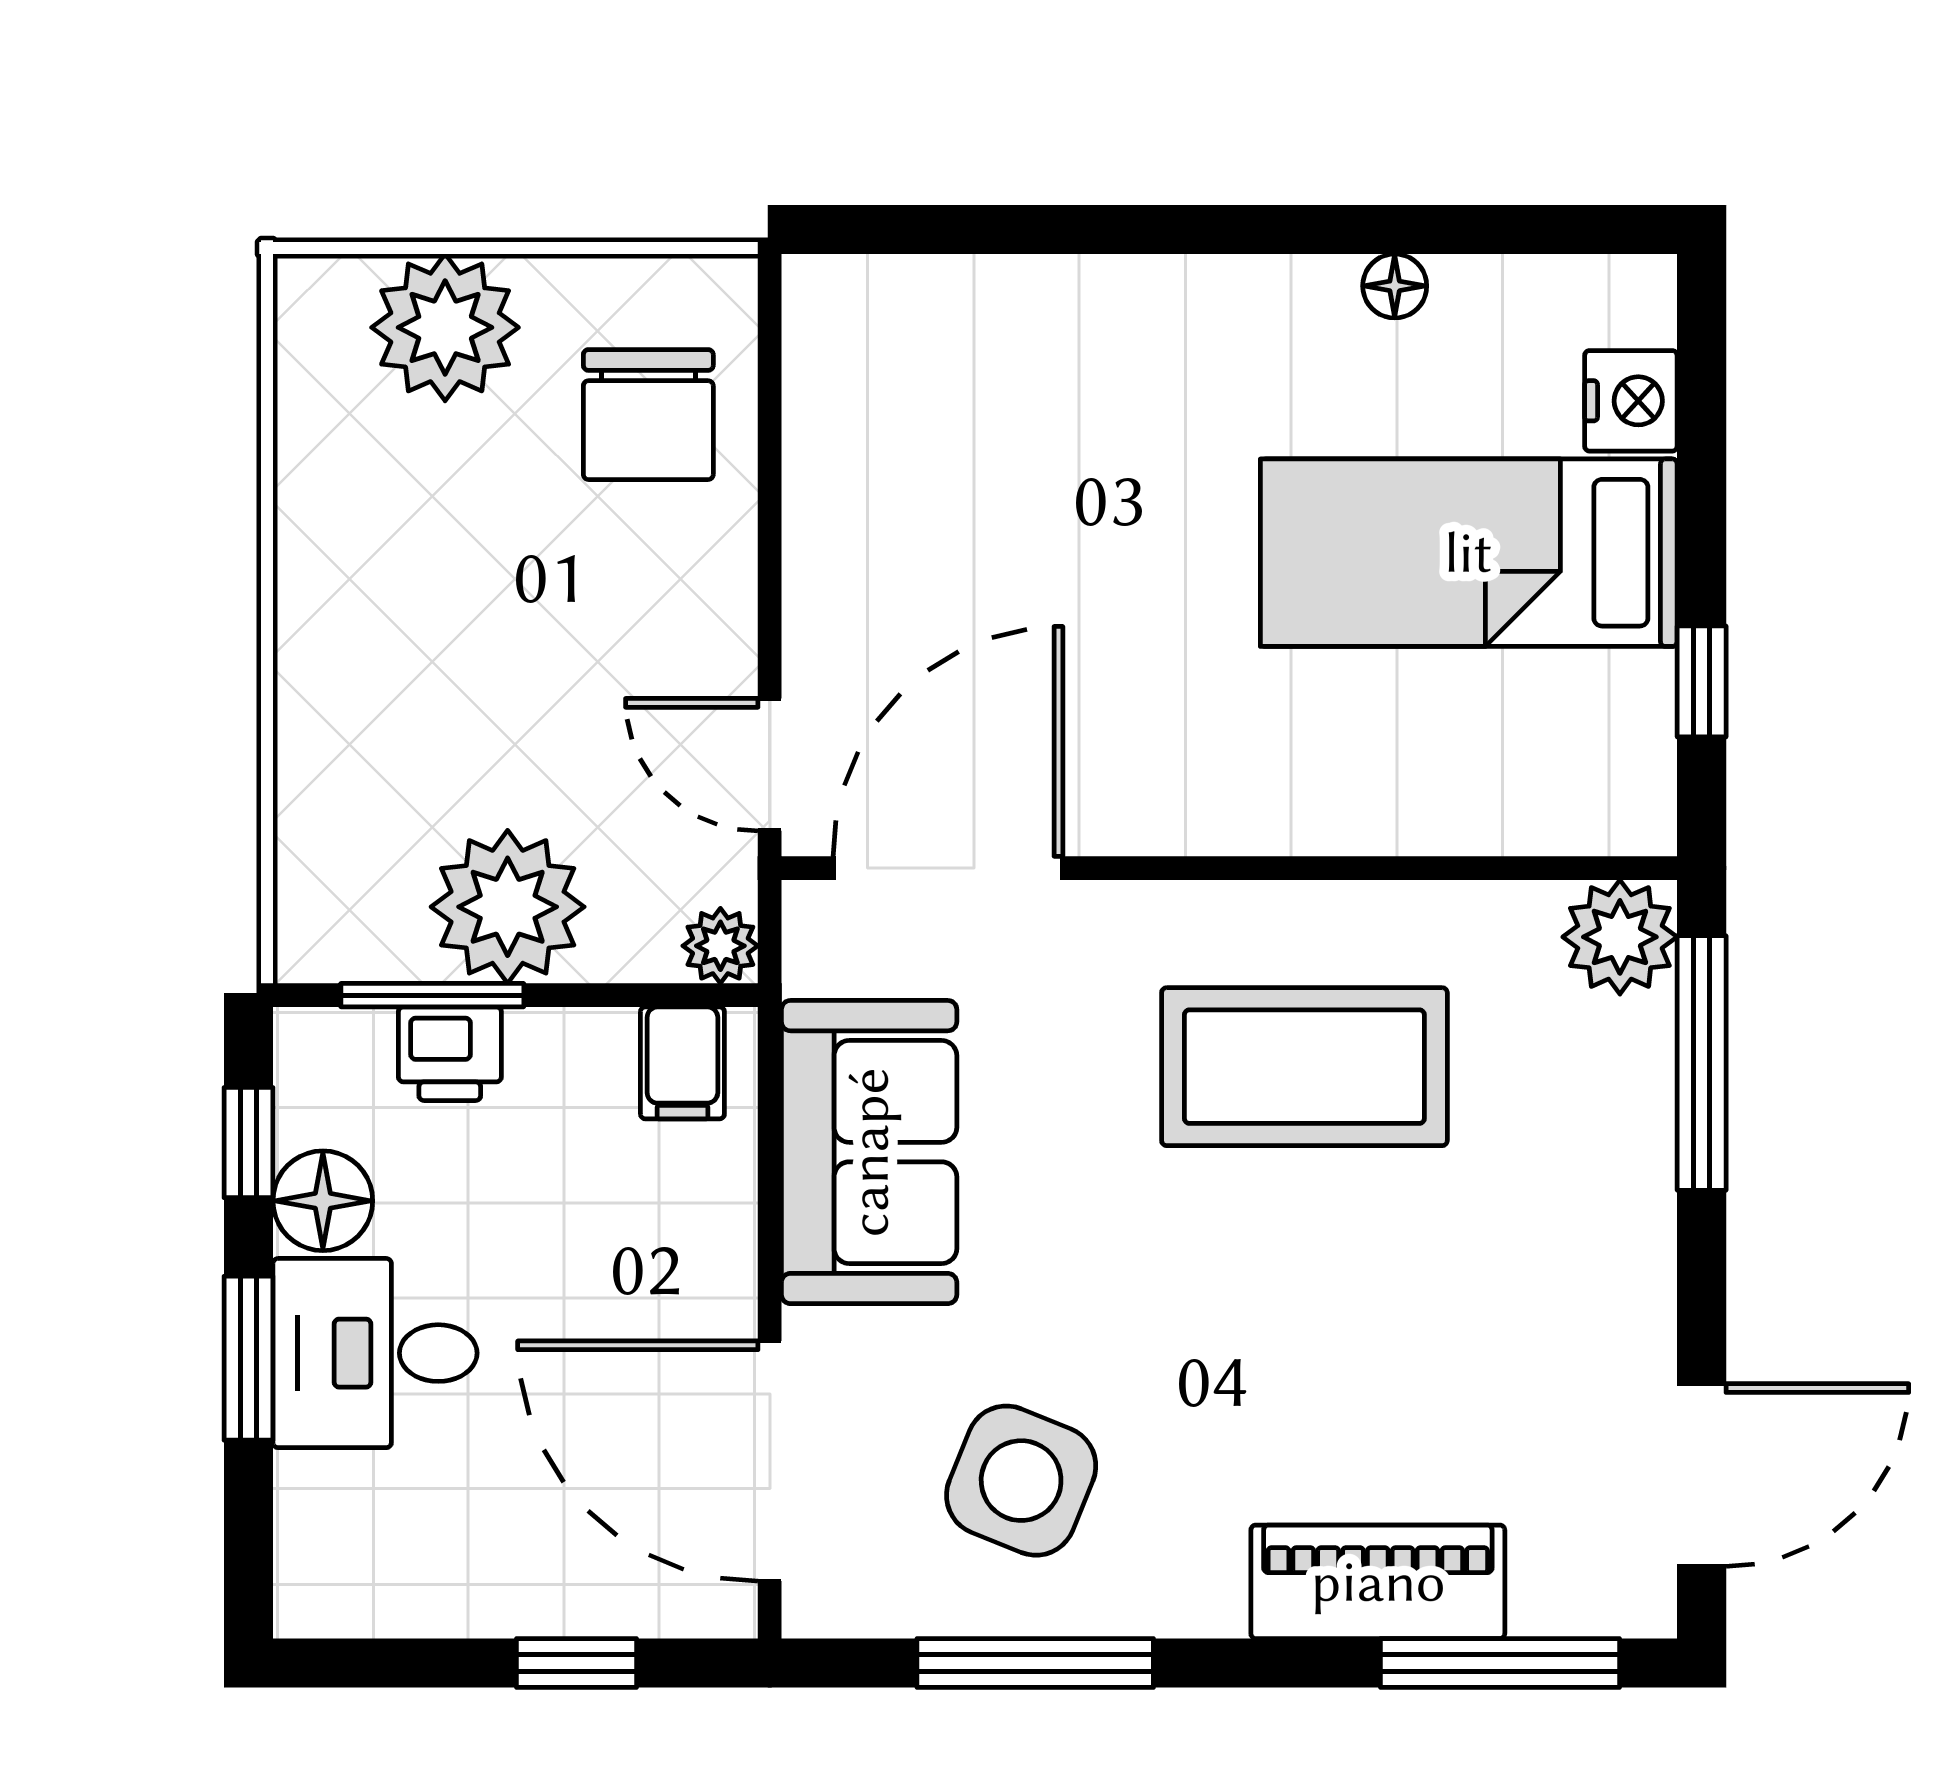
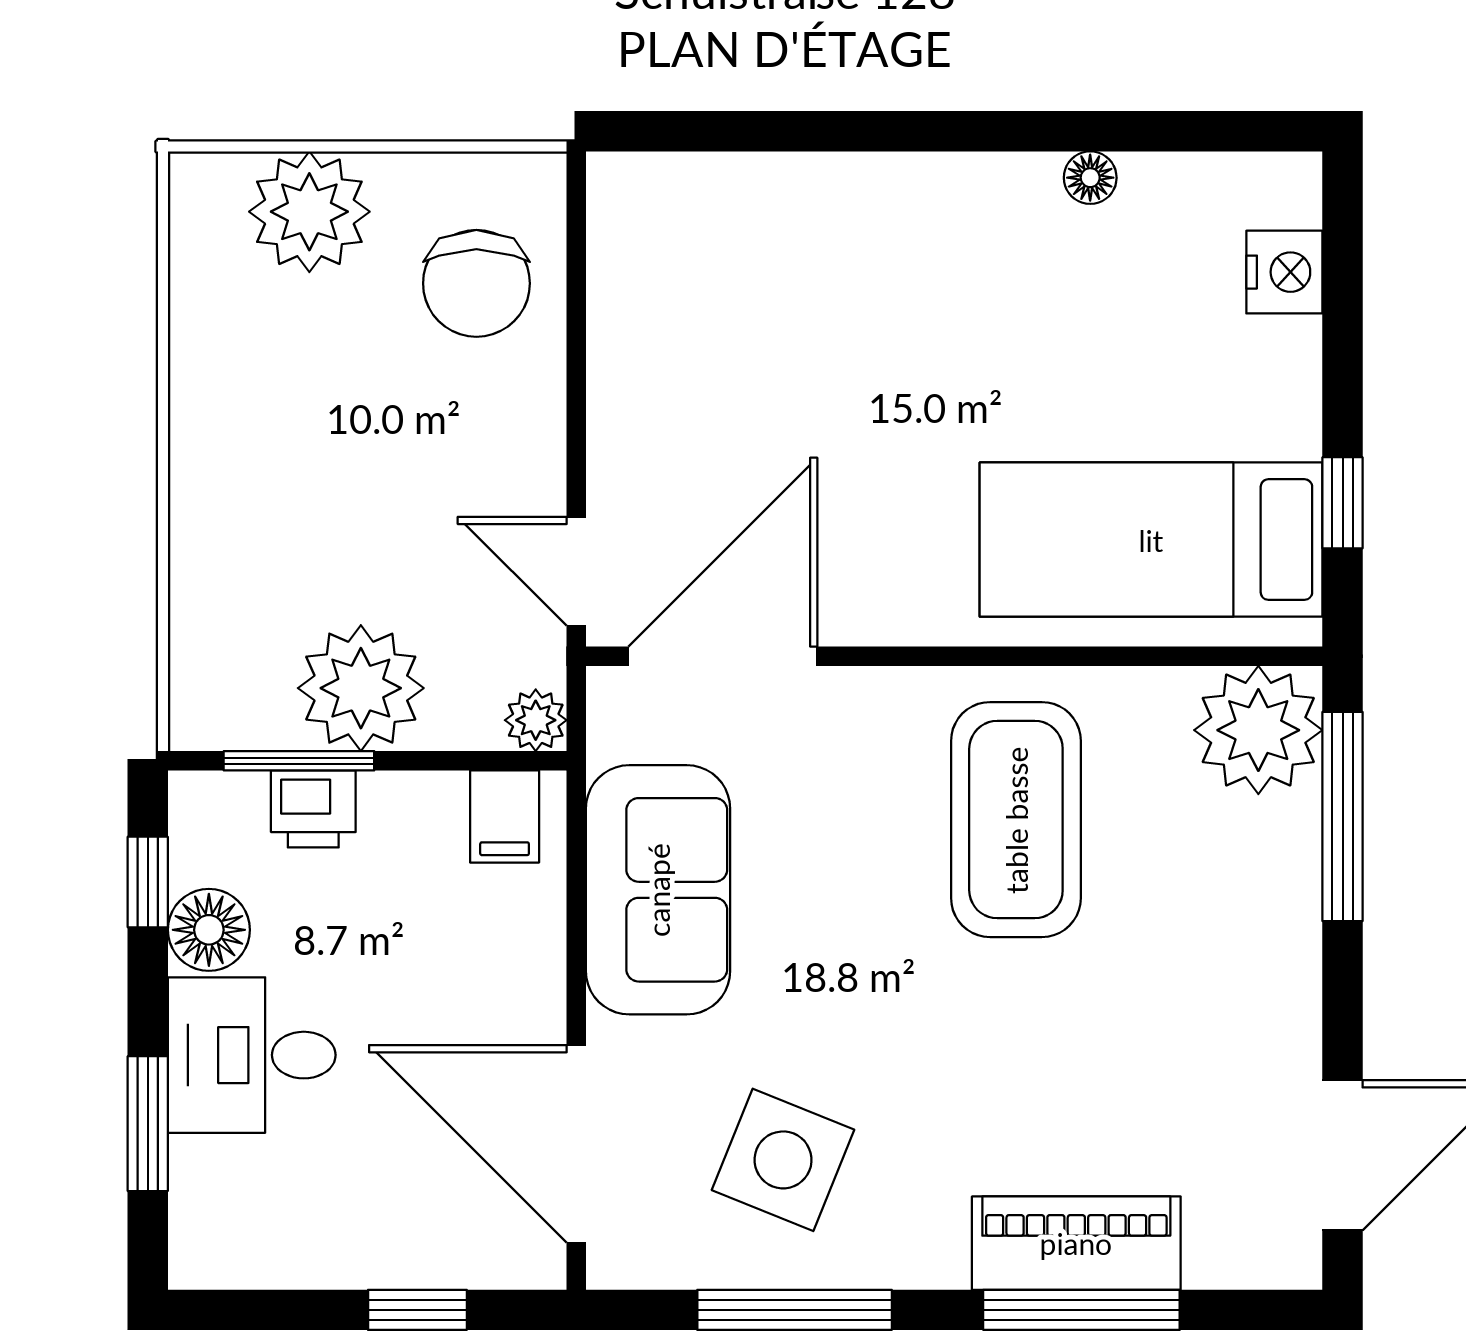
bed: (1469, 553) -> (1151, 540), moved
plant: (1620, 937) -> (1258, 730), width x1.36, depth x1.36
coffee table: (1304, 1067) -> (1016, 820), turned 90
window: (249, 1358) -> (148, 1124), moved
window: (1500, 1663) -> (1081, 1310), moved

